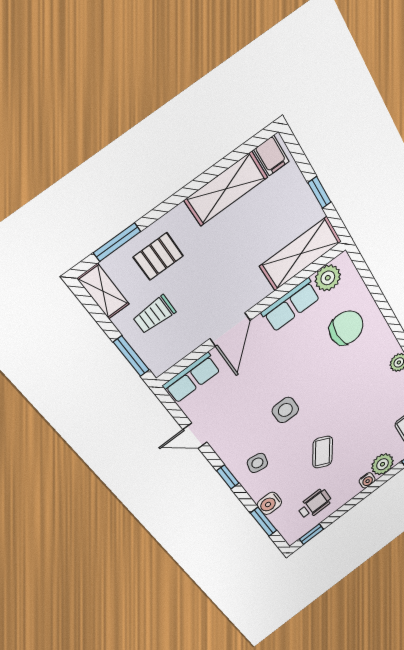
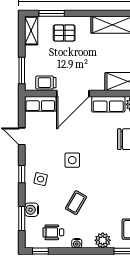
trolley: (154, 314) -> (46, 83), moved
door: (230, 330) -> (73, 94), width x1.36
water cooler: (367, 480) -> (77, 243), moved
wheelchair: (315, 504) -> (53, 232), turned 180

